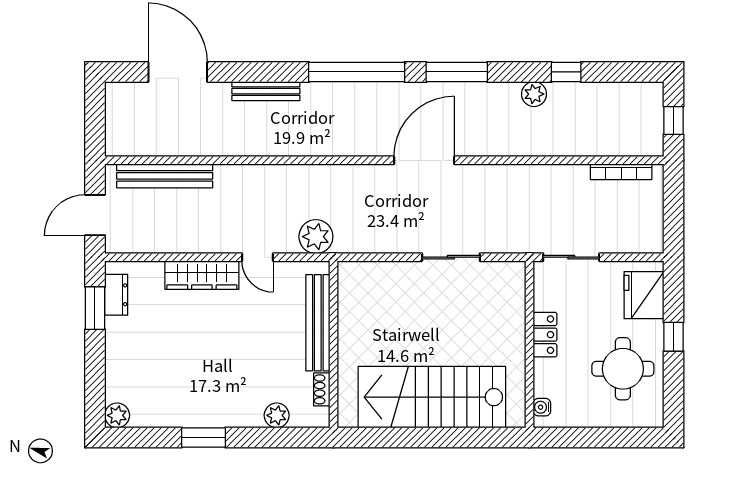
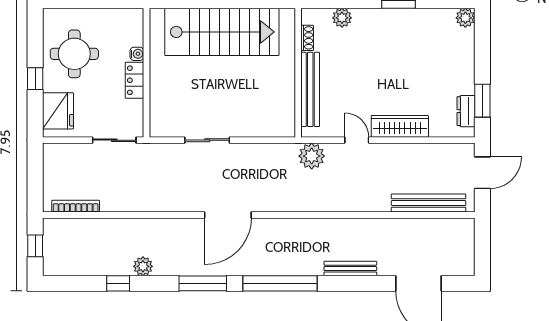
water cooler: (542, 407) -> (137, 54), moved

